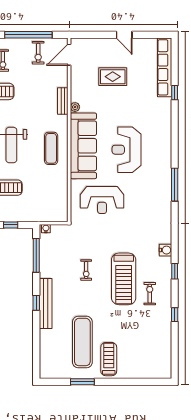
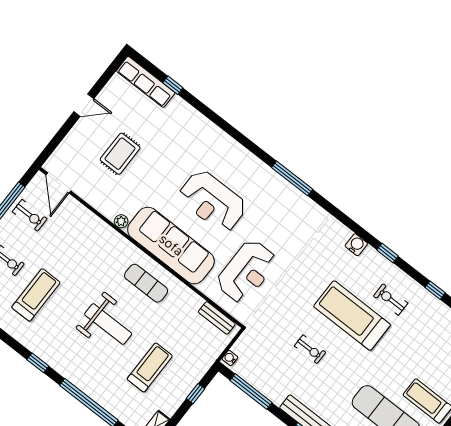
row of seats: (165, 67) -> (146, 82), width x0.73
window: (175, 93) -> (173, 85), moved
bench: (63, 101) -> (217, 318), moved
treadmill: (124, 279) -> (352, 316), turned 180

